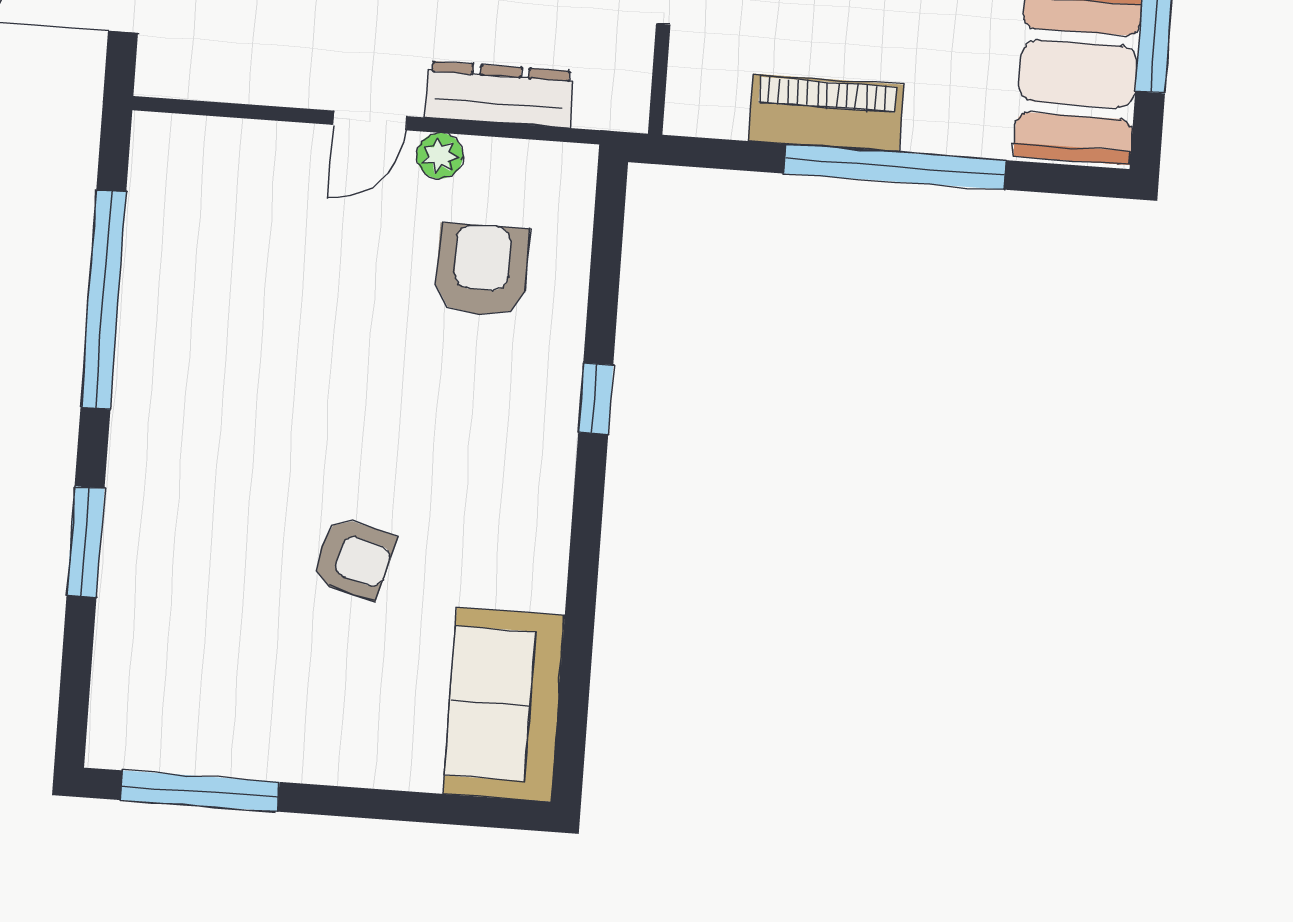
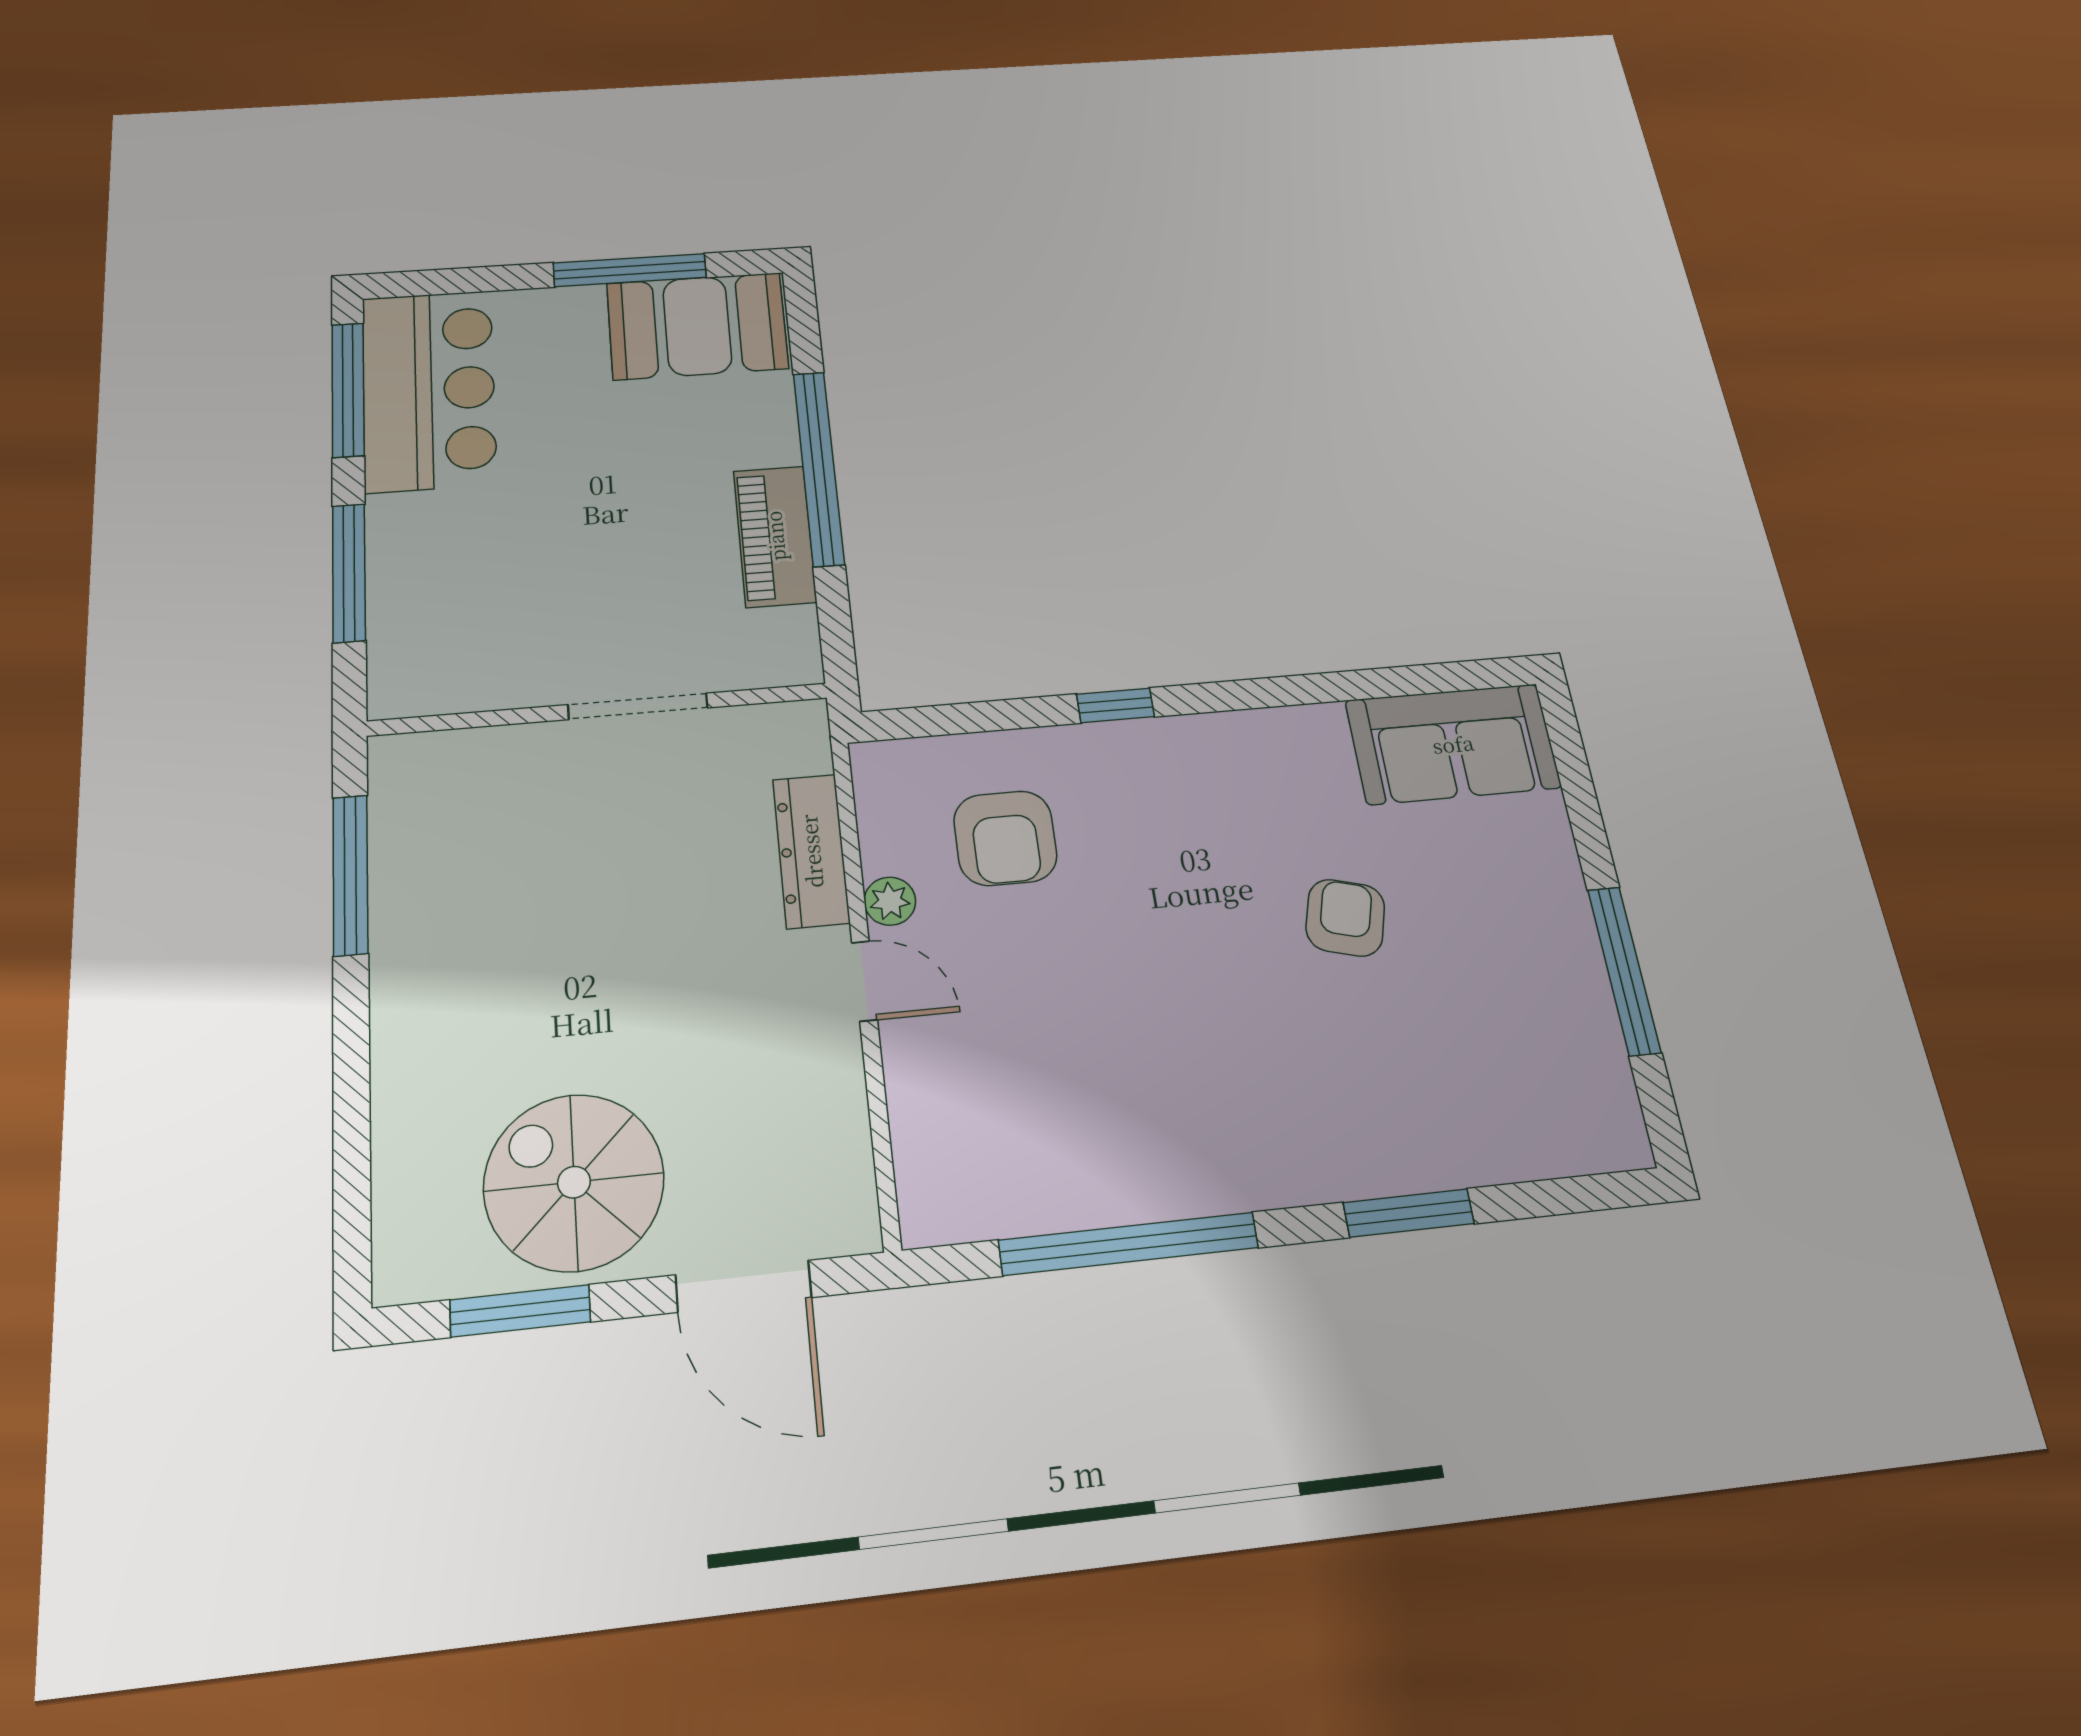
armchair: (482, 270) -> (1005, 838), turned -90
window: (200, 791) -> (1624, 971), moved

